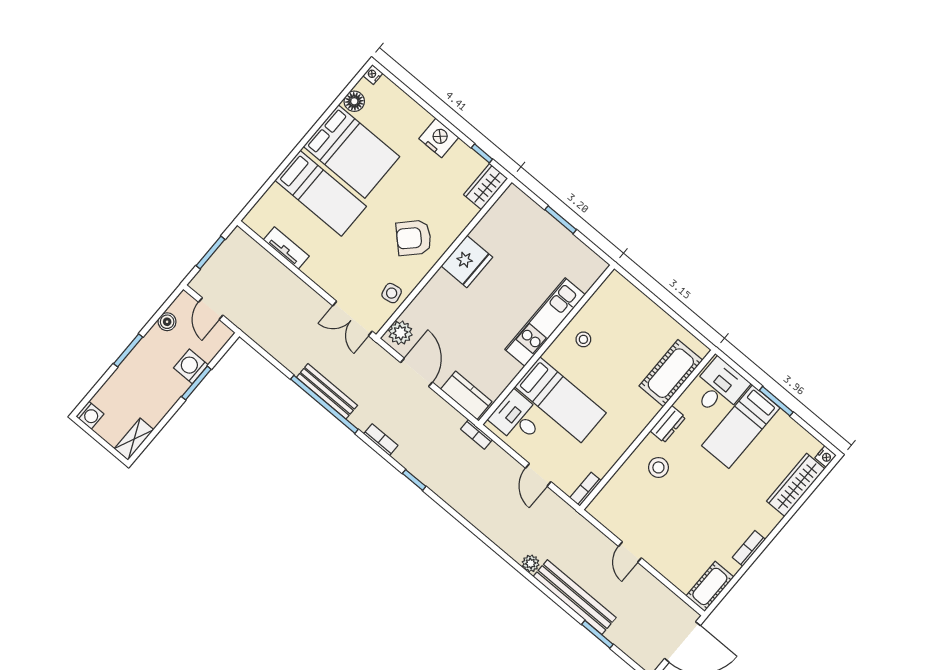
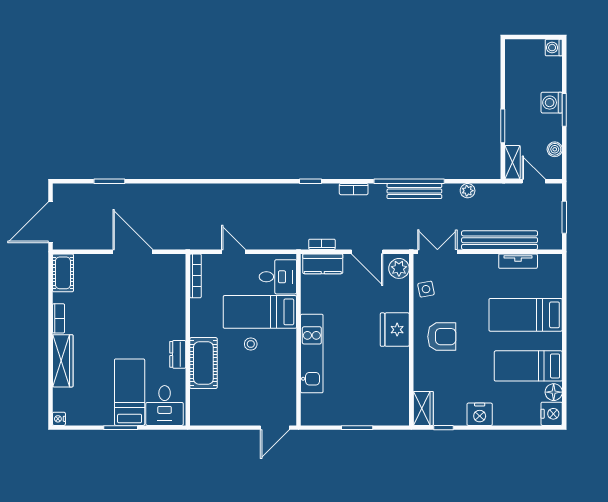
nightstand: (373, 75) -> (552, 414), width x1.89, depth x1.79
bed: (352, 152) -> (528, 366), width x0.67
armchair: (414, 238) -> (442, 337), turned 46
fridge: (467, 262) -> (395, 330), moved
door: (636, 283) -> (275, 428), added
stool: (583, 339) -> (251, 344), moved
washing machine: (191, 366) -> (552, 103), moved, turned 180
cot: (671, 373) -> (203, 363), moved
bookcase: (477, 434) -> (322, 244), moved
shelving: (134, 439) -> (512, 162), moved
stool: (658, 467) -> (160, 321), removed
wardrobe: (796, 485) -> (63, 361), moved
bookcase: (585, 489) -> (195, 276), width x1.56
door: (630, 552) -> (133, 252), width x1.88
plant: (531, 563) -> (468, 191), moved
bench: (575, 597) -> (500, 240), moved

